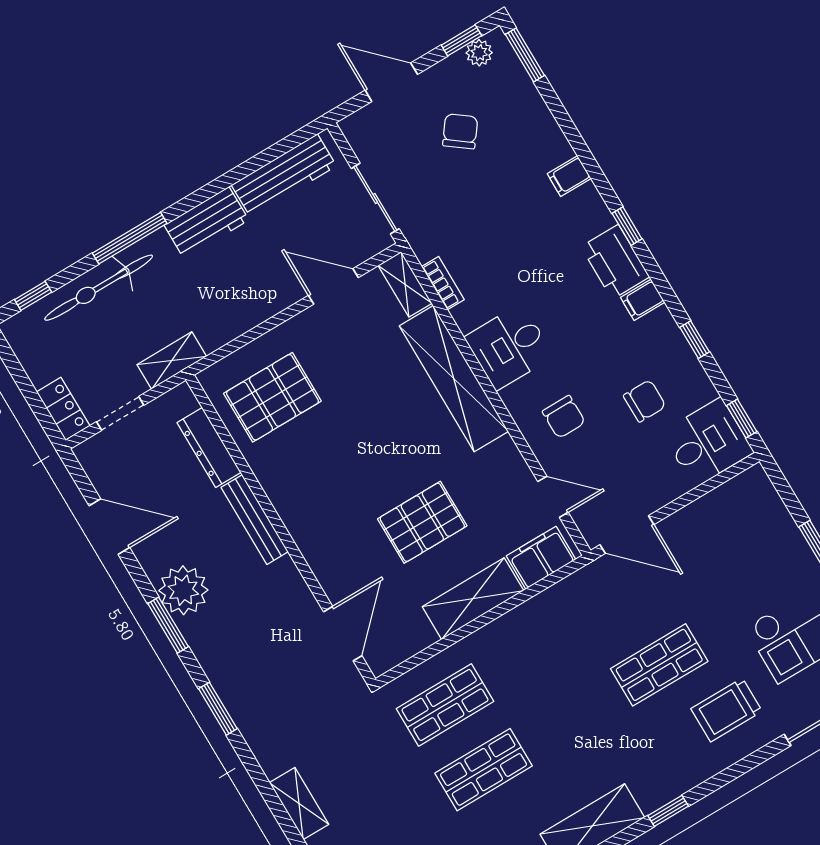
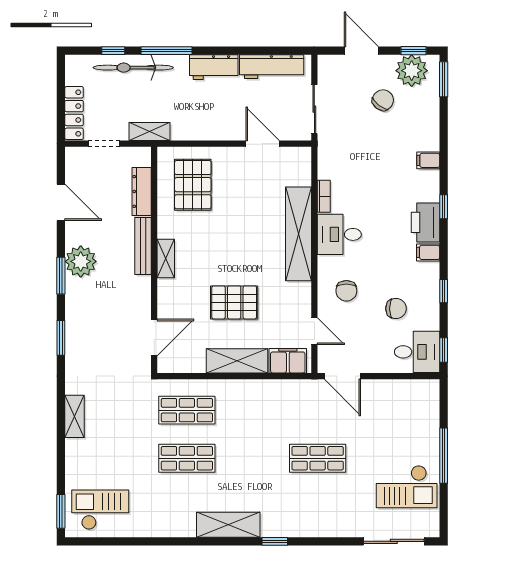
plant: (479, 53) -> (412, 71), width x1.88, depth x1.88
bookcase: (443, 283) -> (324, 196), moved
shelving: (405, 284) -> (166, 258), moved
window: (33, 296) -> (113, 51), moved
pallet: (272, 397) -> (193, 185), turned 90
locker: (63, 409) -> (74, 113), width x1.53
trolley: (726, 710) -> (340, 505), removed

